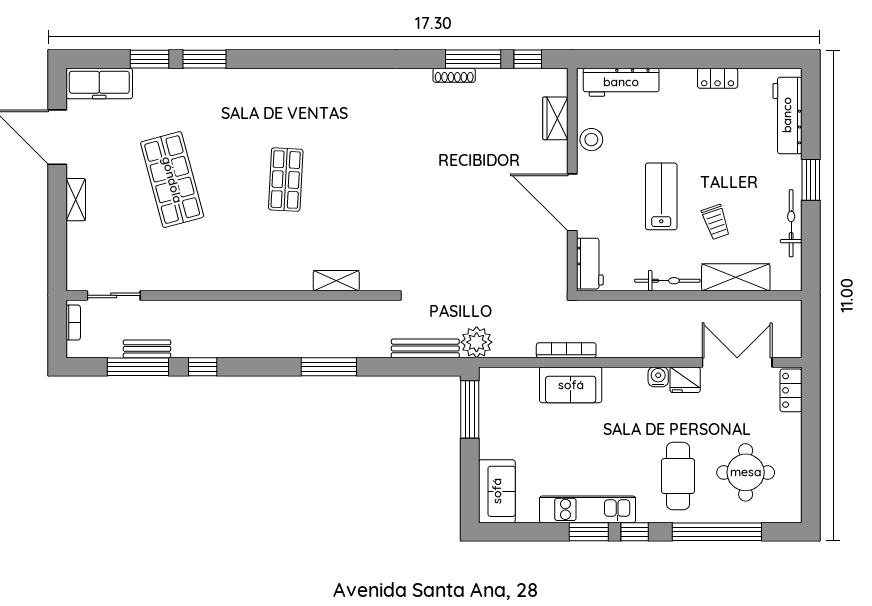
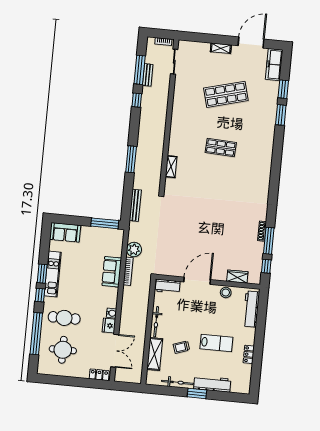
workbench: (787, 115) -> (212, 384), moved
lab bench: (661, 196) -> (216, 343), moved
plant: (477, 342) -> (134, 250), moved

